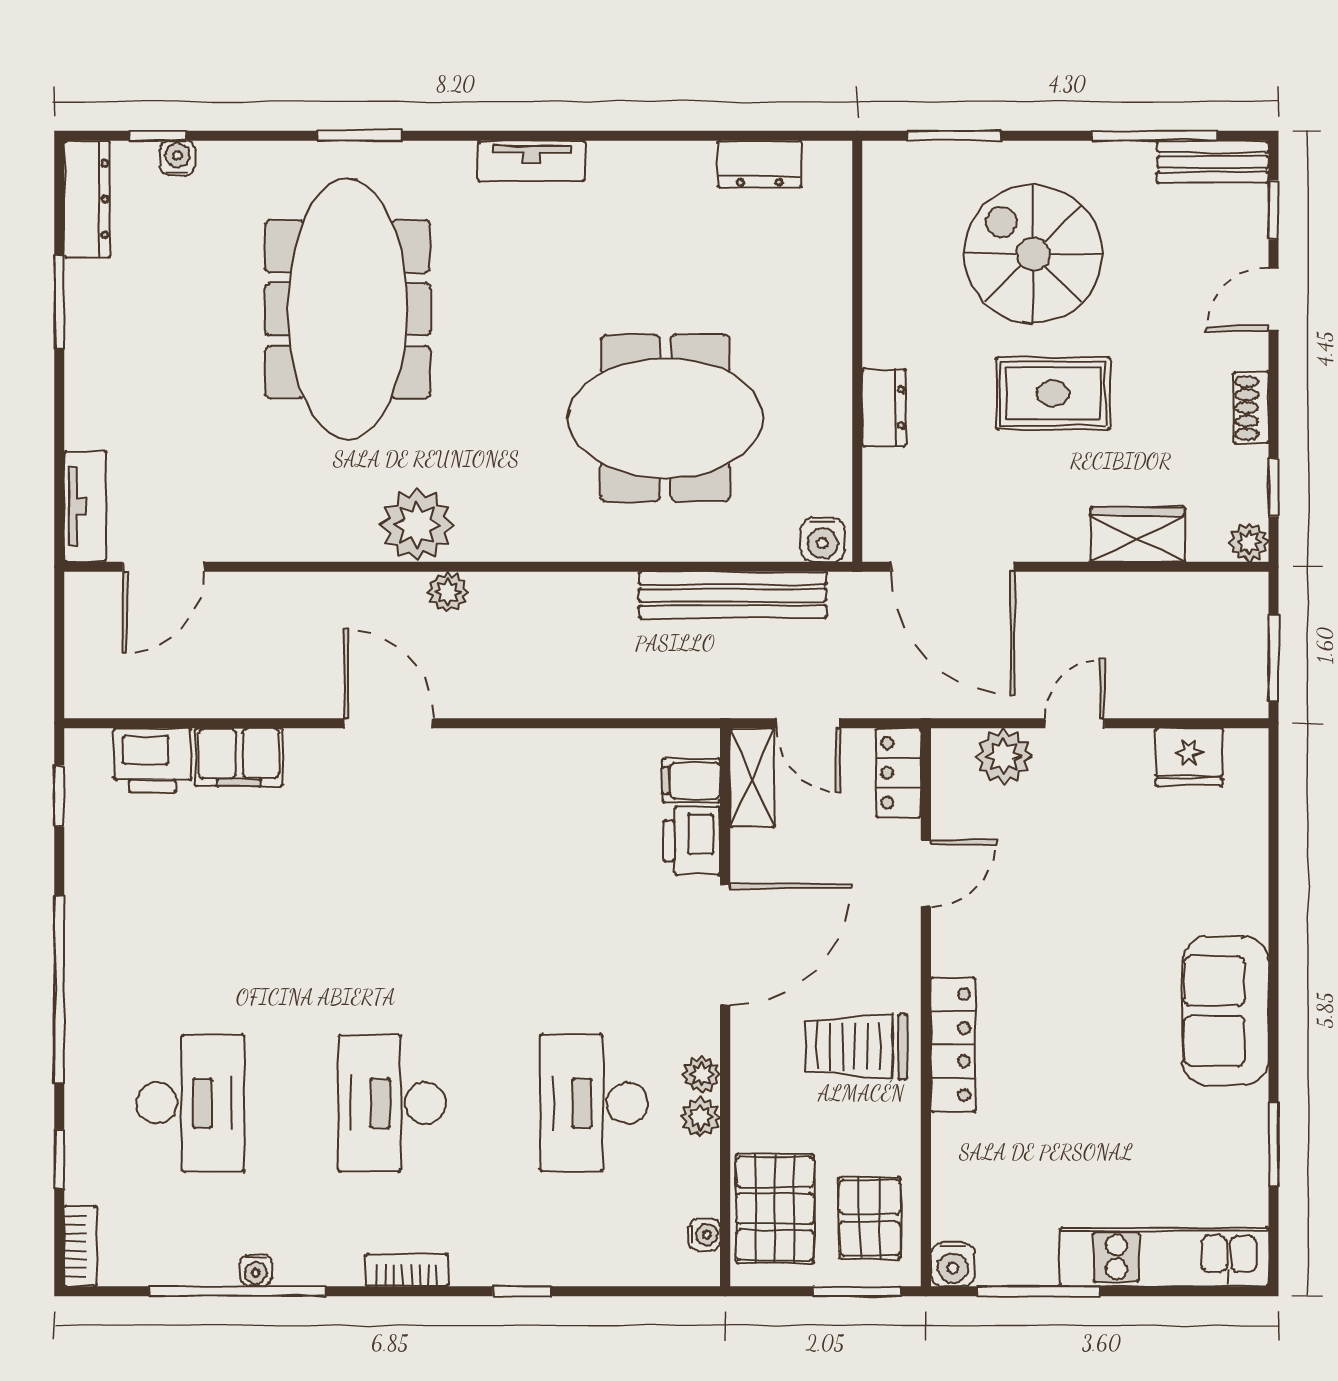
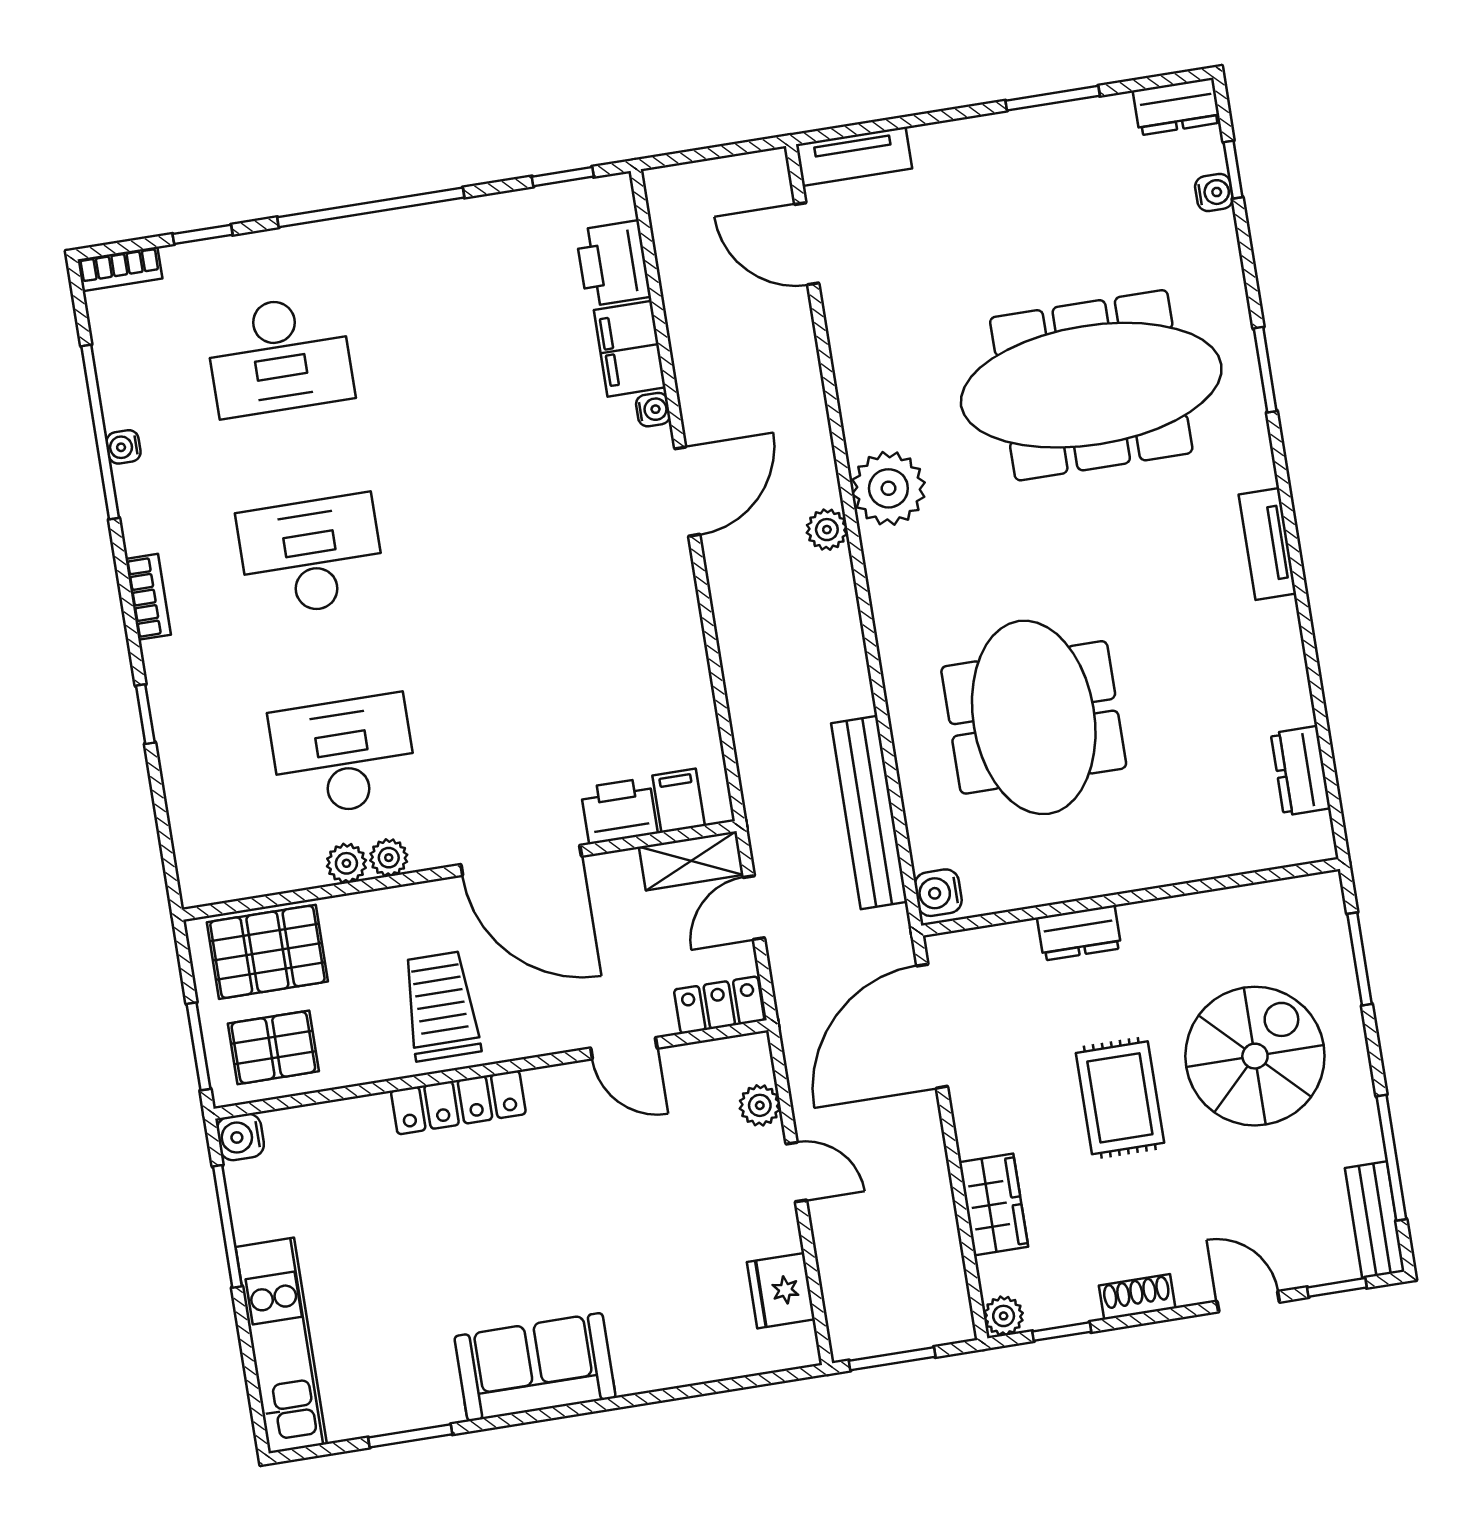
dresser: (87, 199) -> (1177, 107), width x0.70
plant: (1004, 756) -> (760, 1105), width x0.73, depth x0.73
water cooler: (704, 1235) -> (653, 410), moved, turned -90

